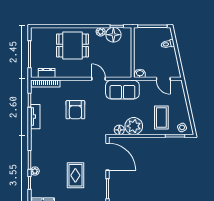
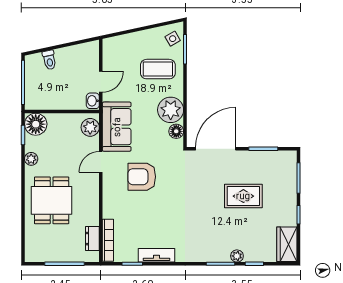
floor lamp: (113, 35) -> (36, 124), moved
plant: (122, 72) -> (90, 127), added
door: (163, 79) -> (101, 82), moved
armchair: (75, 110) -> (142, 177), moved, turned 180

